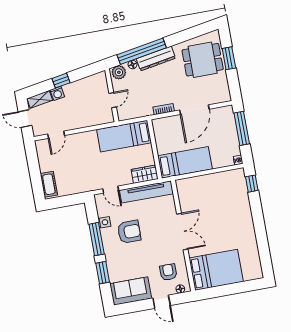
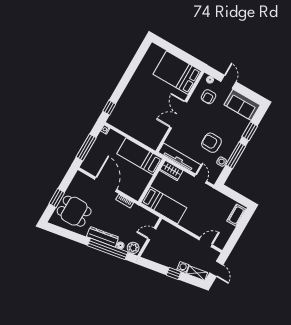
door: (194, 110) -> (106, 184), hinge flipped

